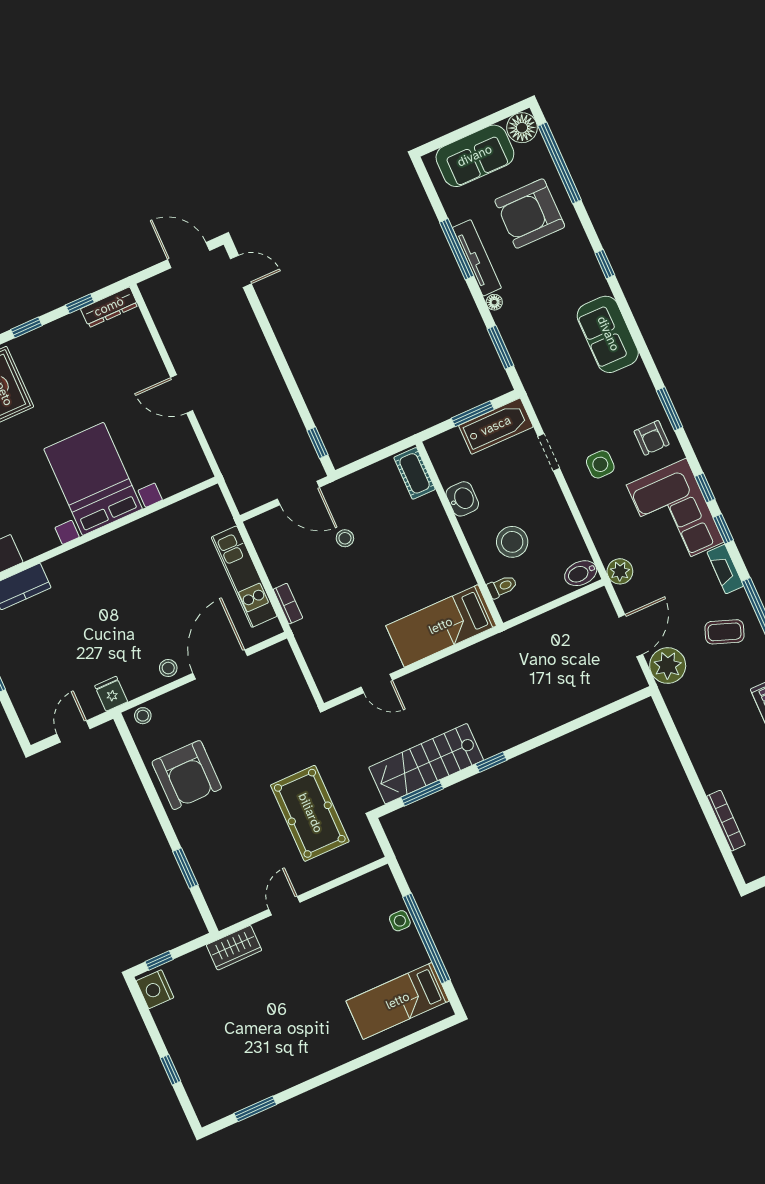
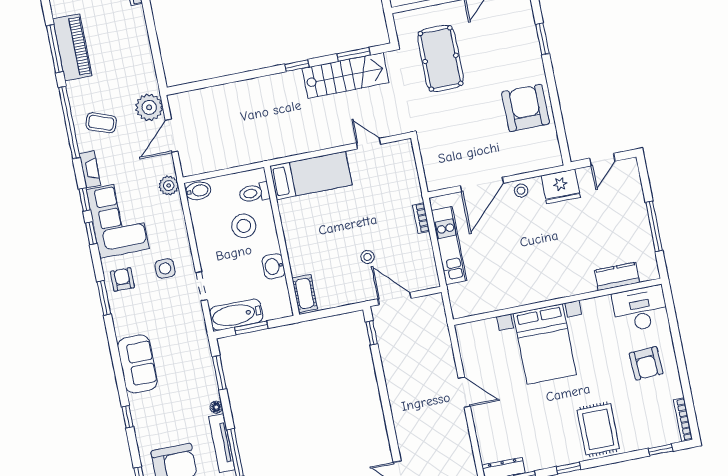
toilet: (502, 587) -> (254, 193), width x1.37, depth x1.39
fridge: (111, 694) -> (561, 186), width x1.88, depth x1.34
stool: (143, 716) -> (548, 159), removed

